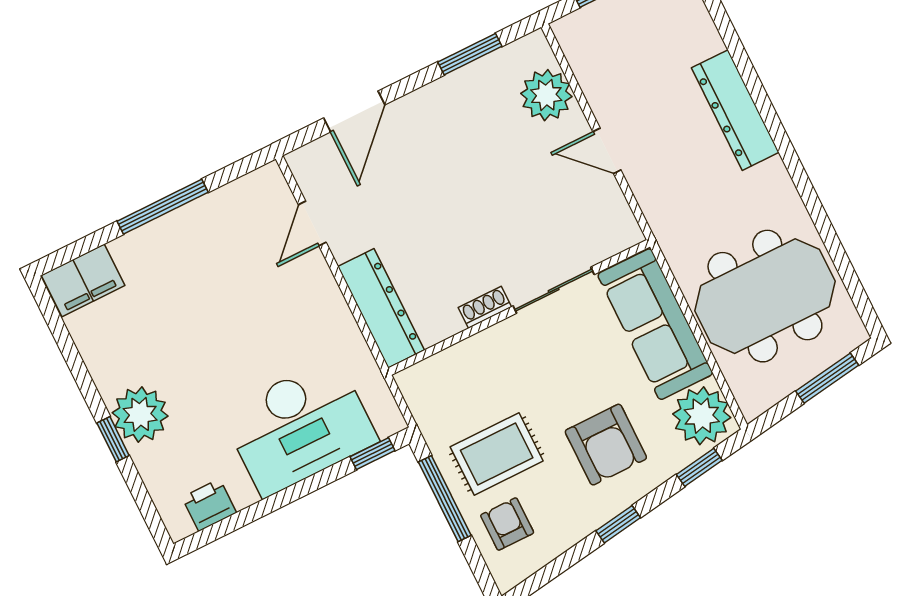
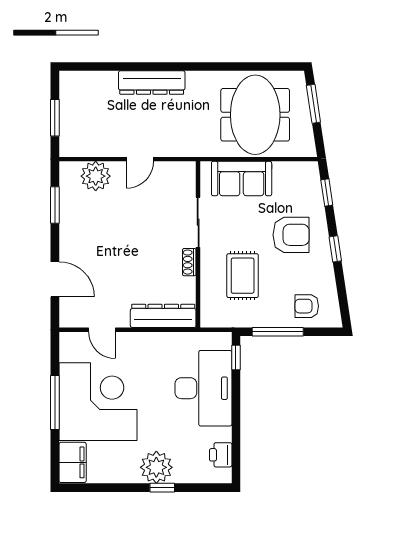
corner desk: (197, 273) -> (98, 402), added
sofa: (655, 324) -> (242, 179), width x0.73
plant: (702, 416) -> (301, 178), removed
rug: (497, 454) -> (243, 276), moved

